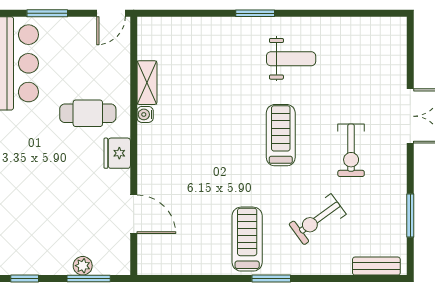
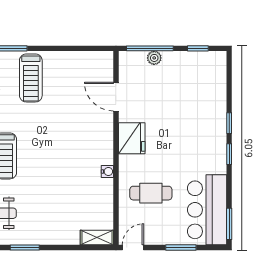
shelving: (147, 83) -> (97, 238), moved, turned 90
cafe table: (88, 113) -> (151, 193), moved
fridge: (117, 153) -> (132, 138), width x1.36, depth x1.34
window: (89, 279) -> (150, 48), width x1.44

